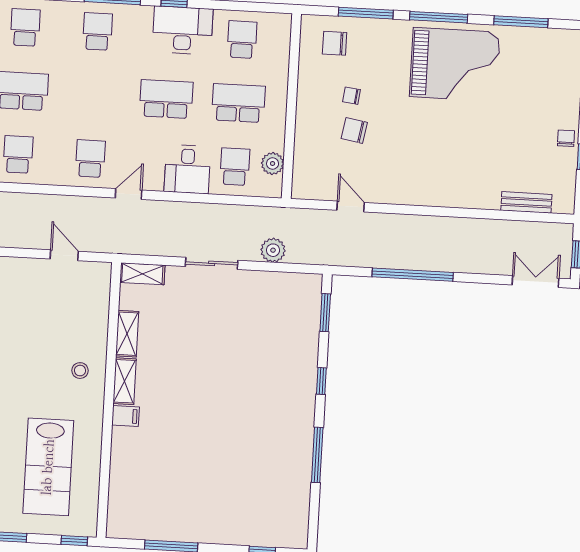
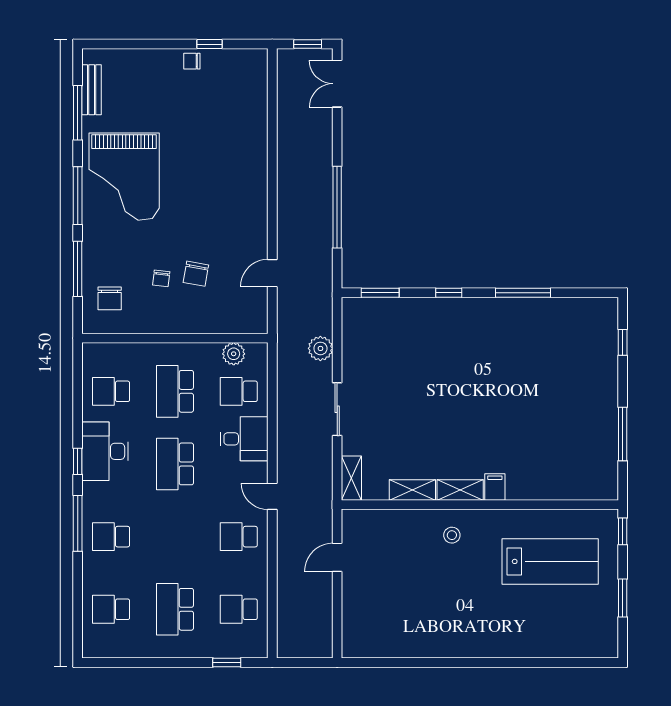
grand piano: (455, 64) -> (124, 177), turned 180
bench: (526, 202) -> (92, 90), moved

